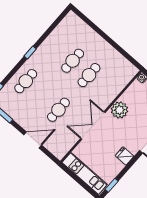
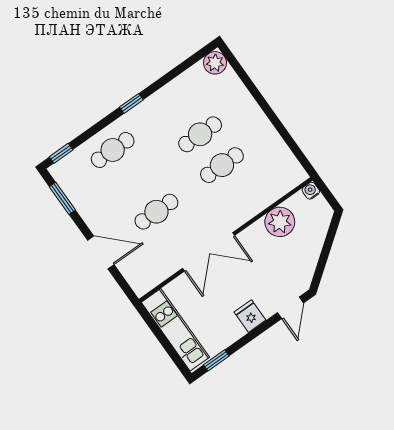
plant: (72, 19) -> (215, 63), added
plant: (119, 110) -> (280, 222), moved
double door: (93, 125) -> (208, 252), swing flipped

